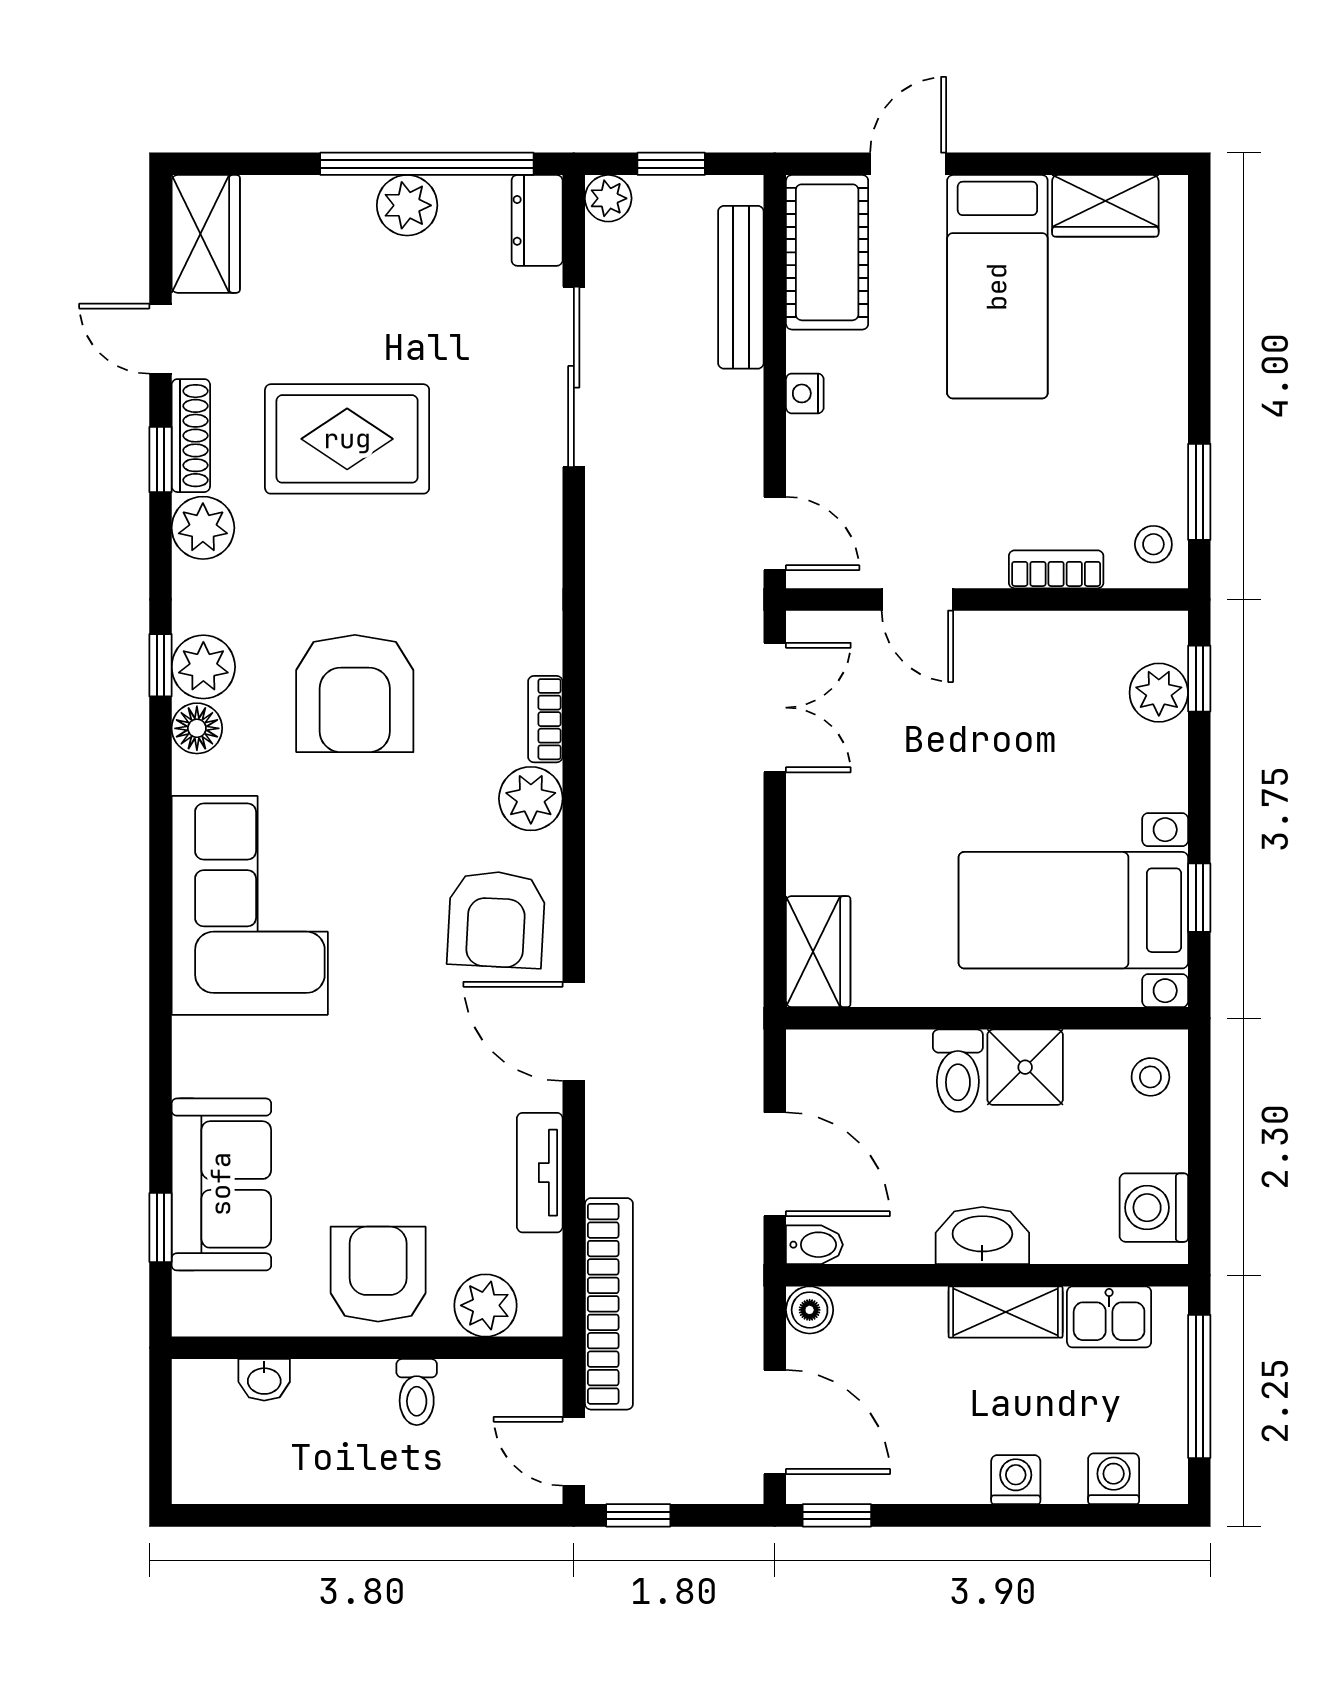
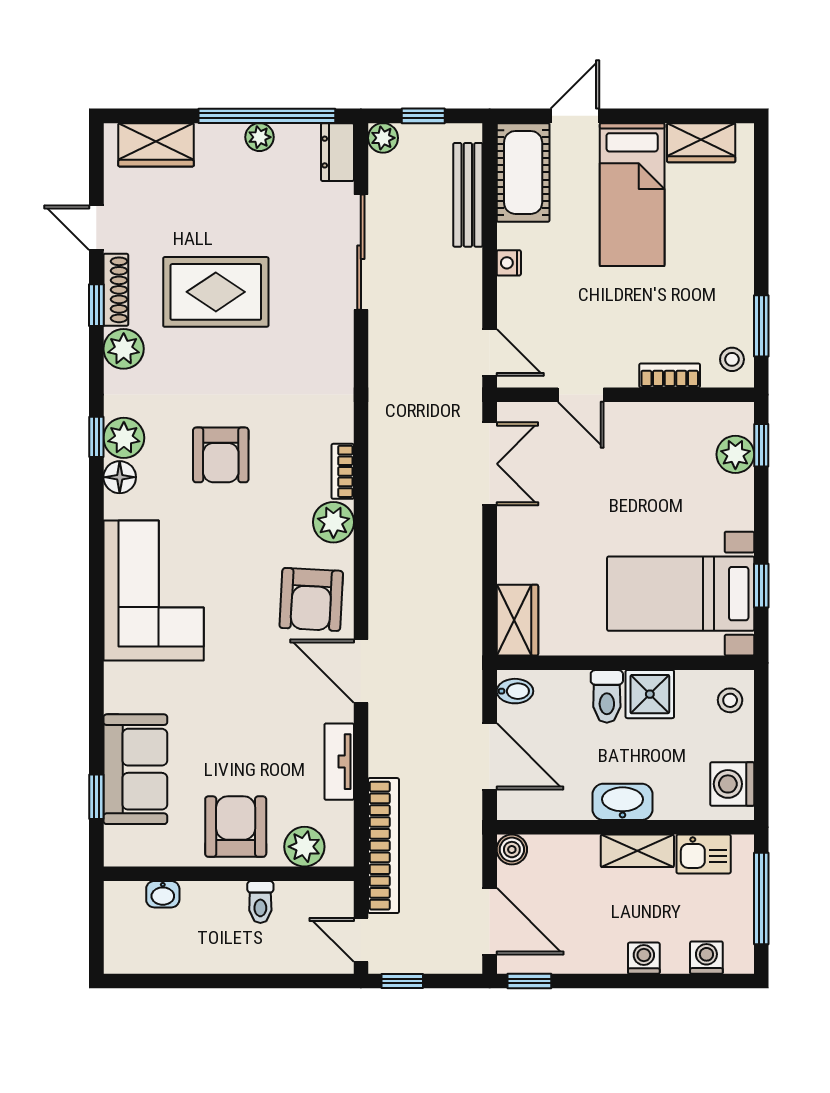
plant: (407, 205) -> (259, 137), width x0.73, depth x0.73
wardrobe: (206, 234) -> (156, 145), moved, turned 90
armchair: (355, 694) -> (221, 455), width x0.73, depth x0.73
bidet: (814, 1245) -> (515, 691), moved

